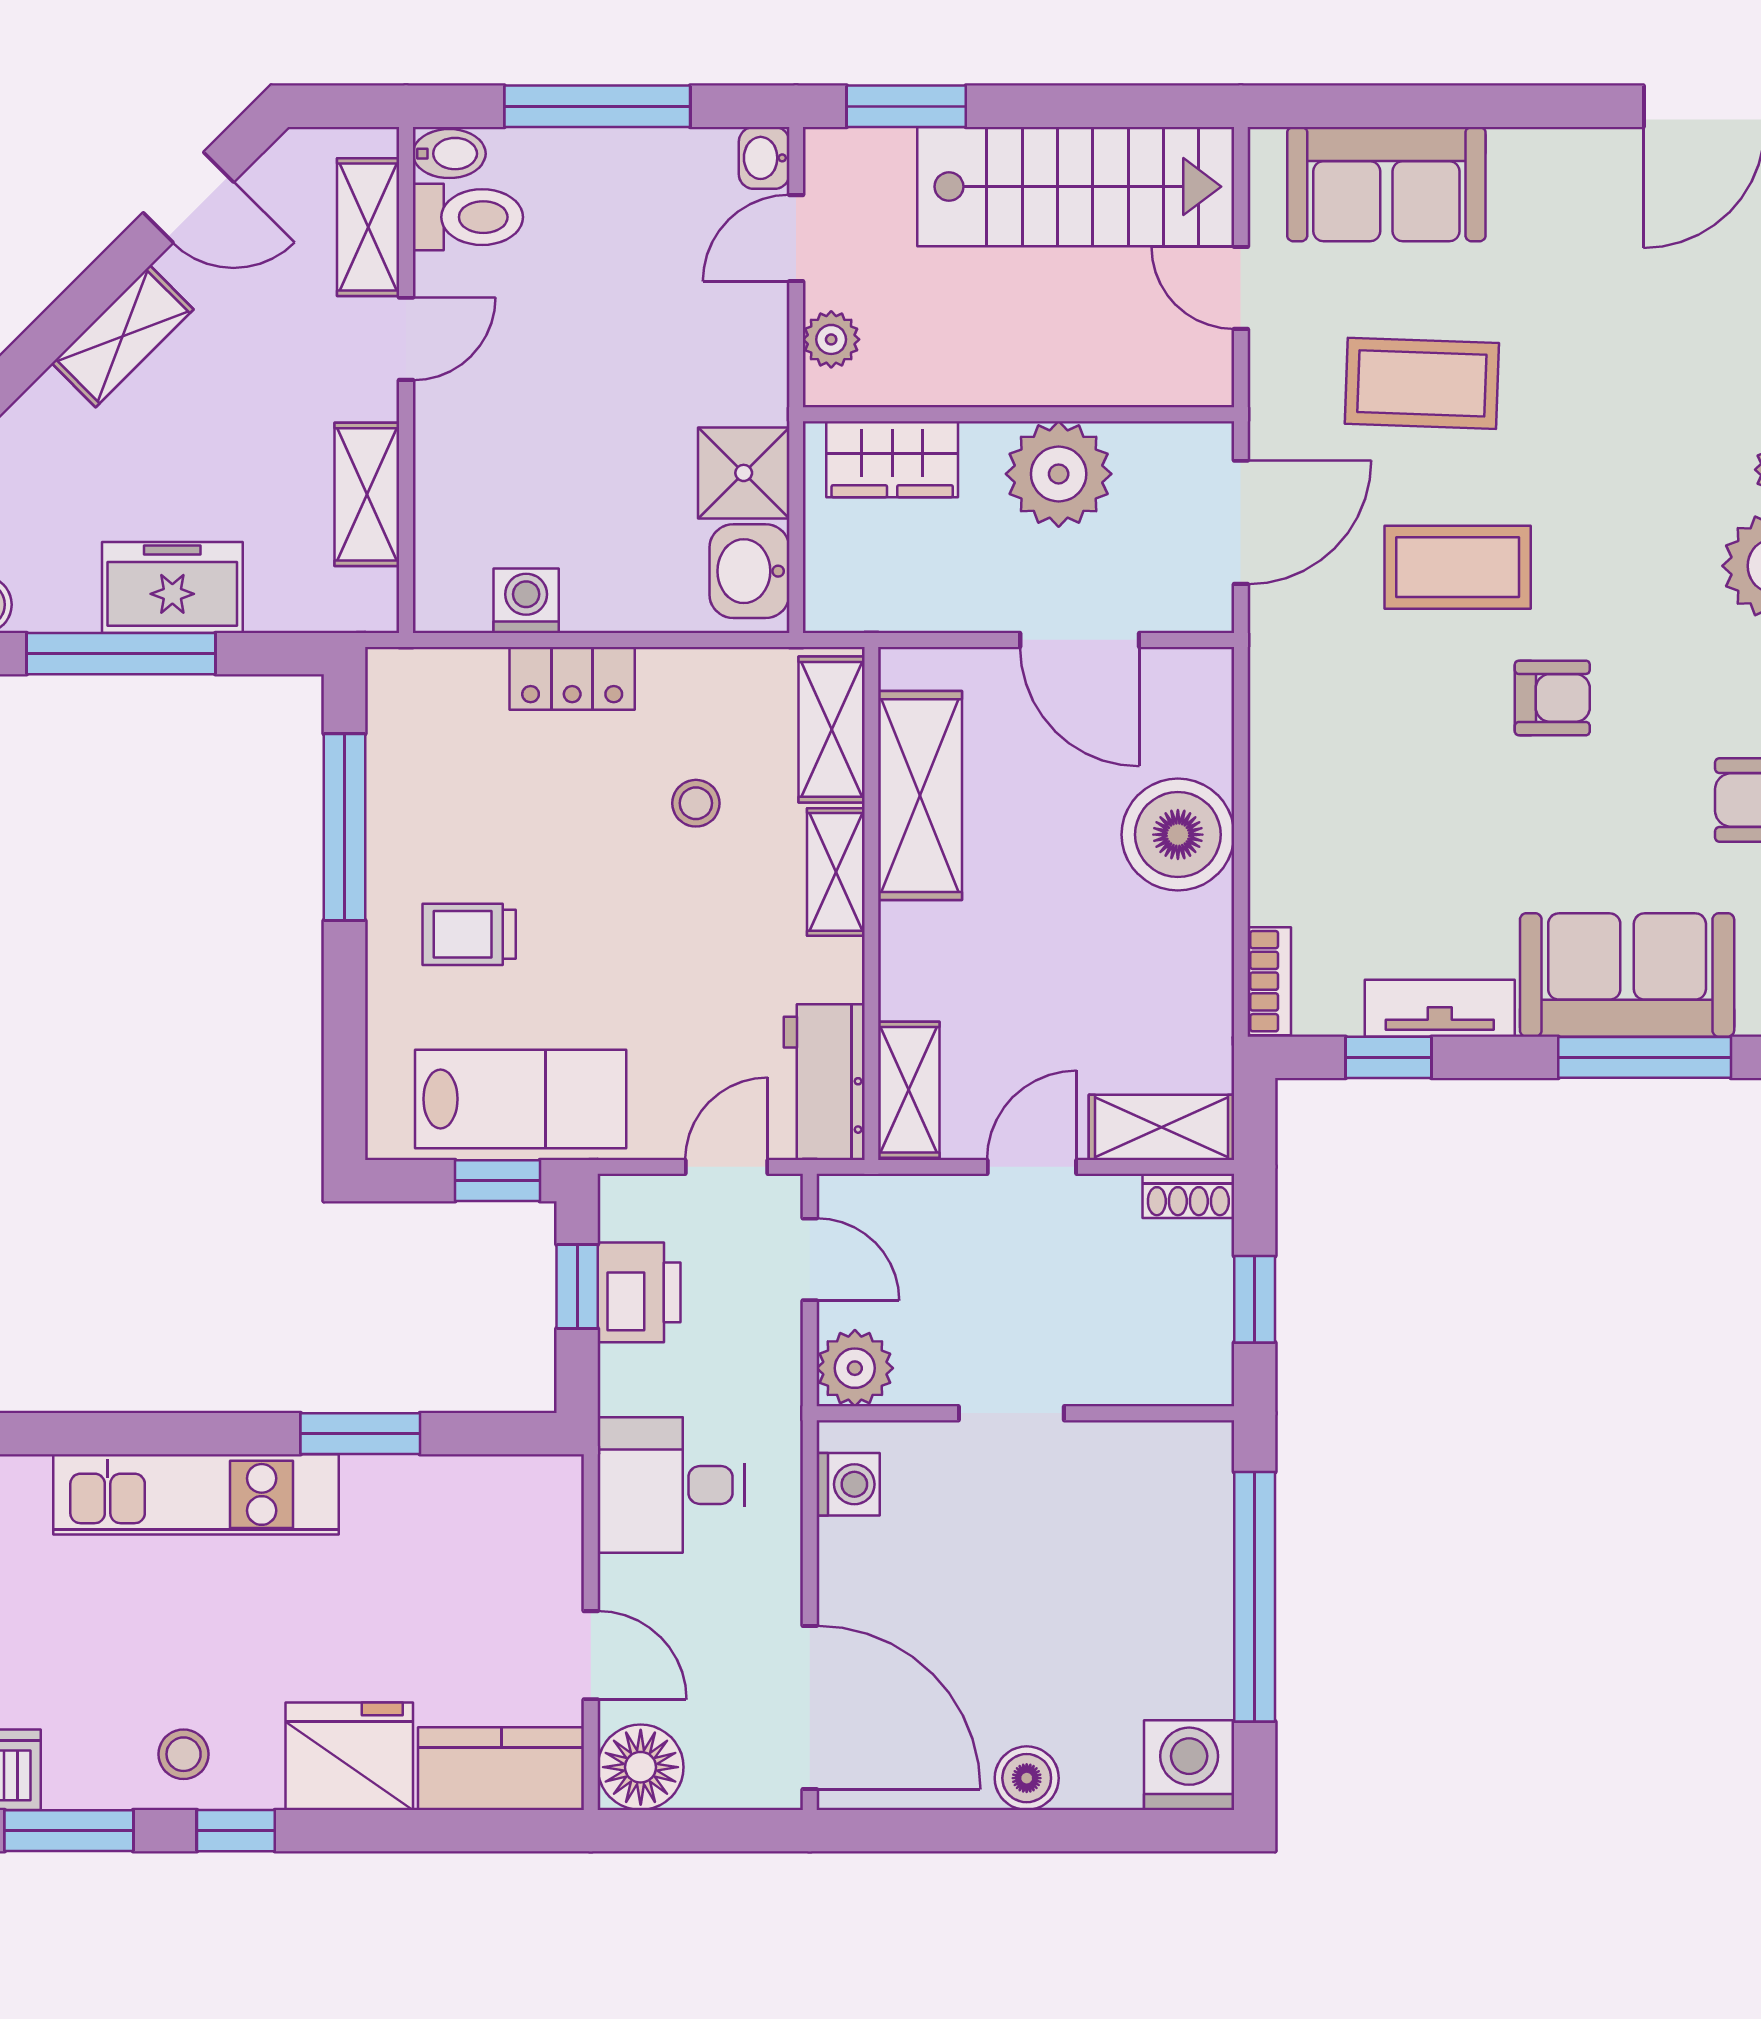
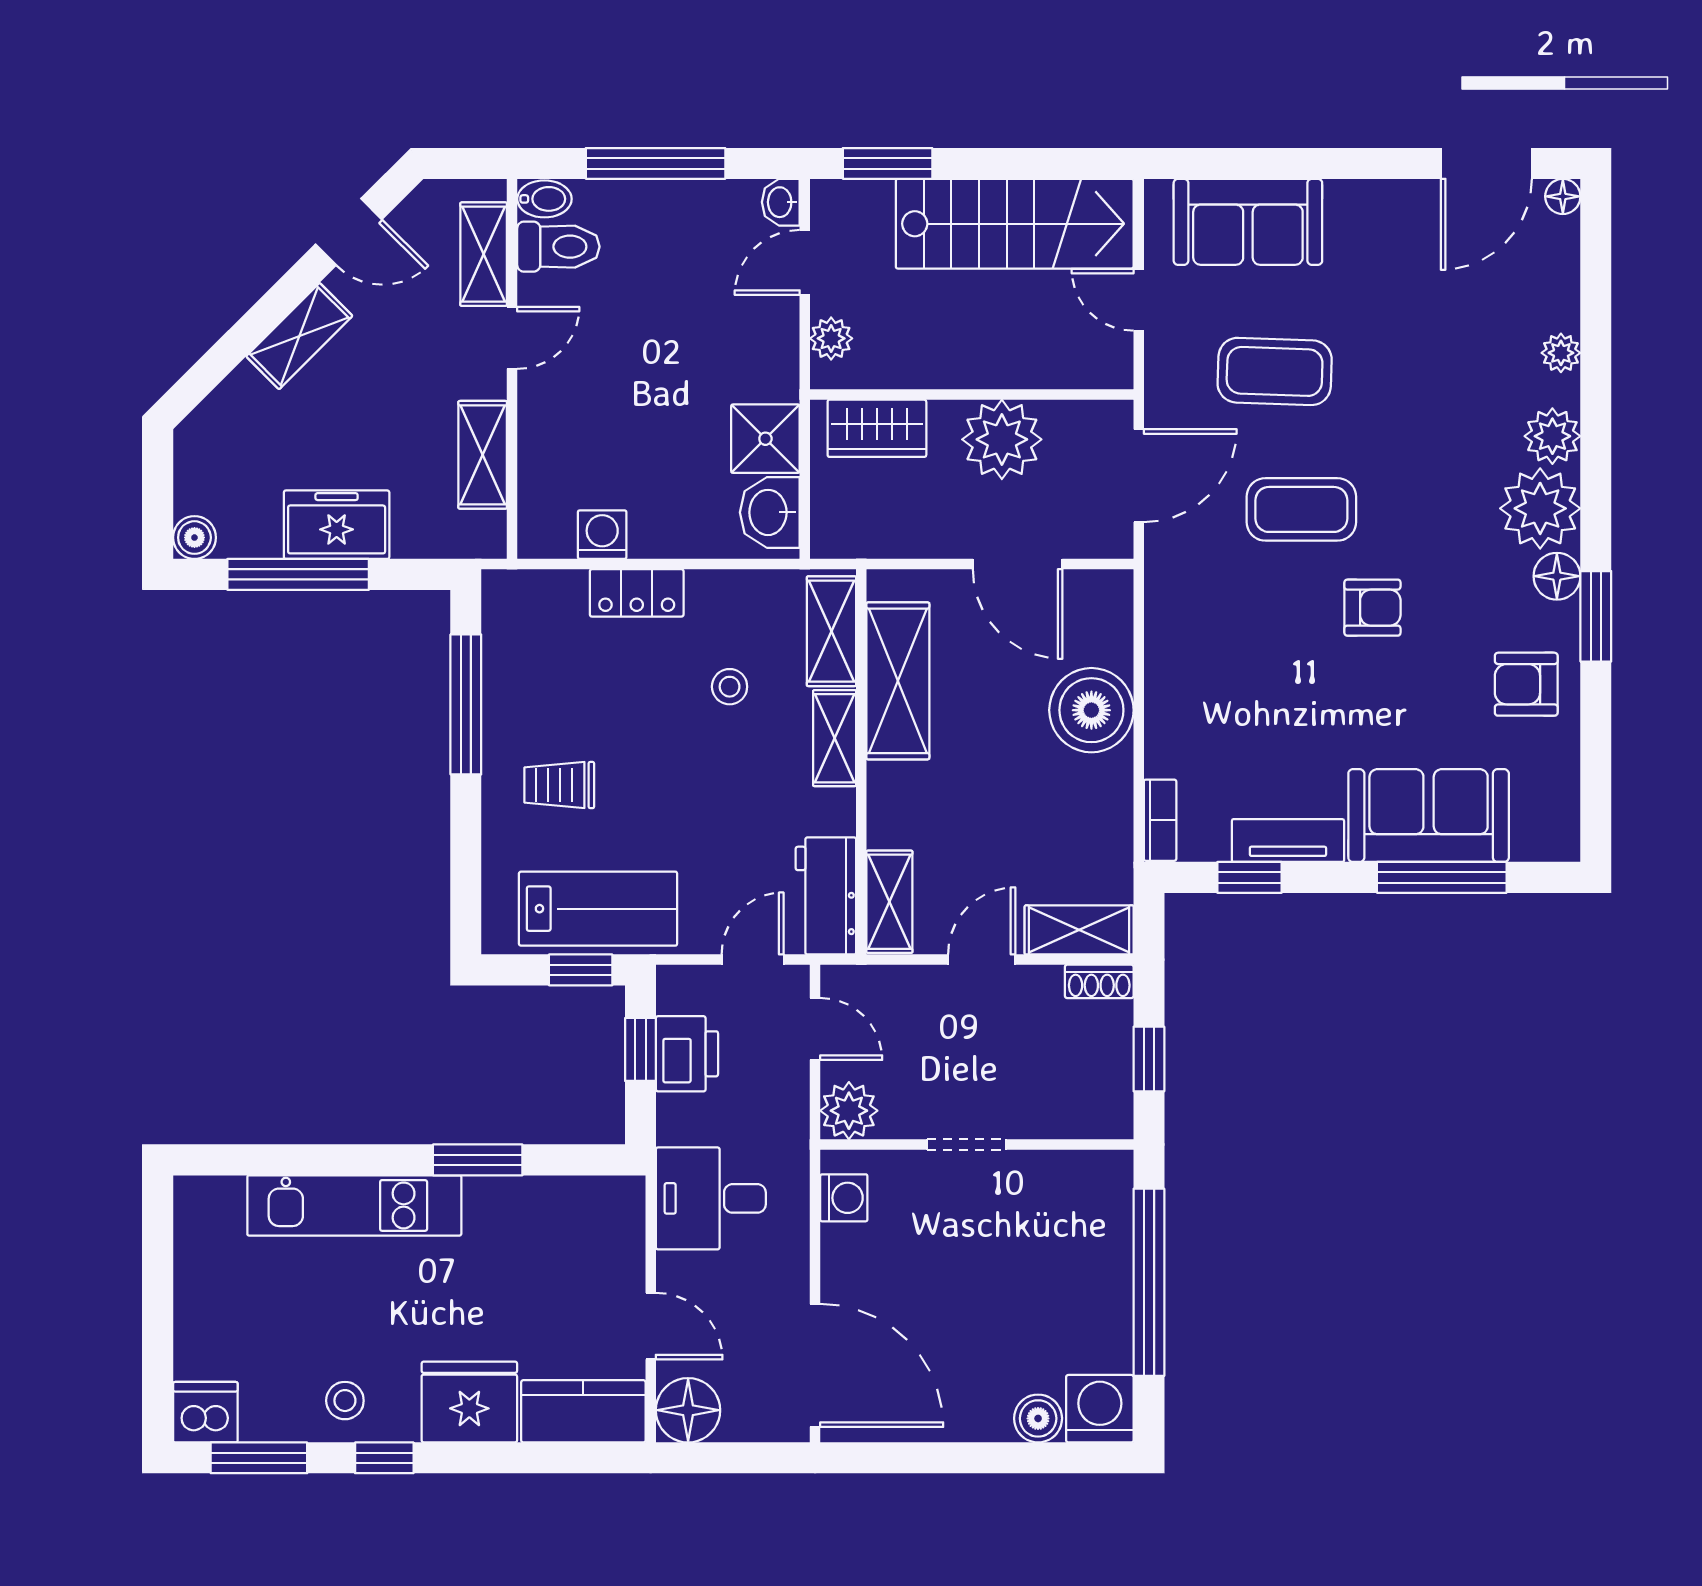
boiler: (1027, 1778) -> (1038, 1418), moved

